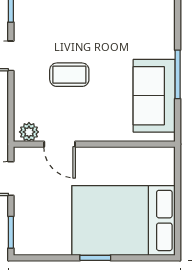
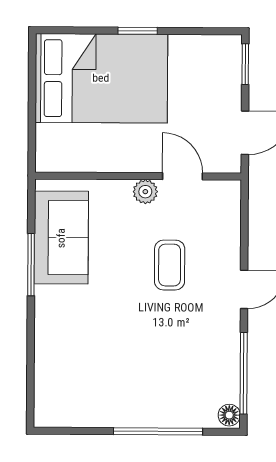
coffee table: (69, 75) -> (170, 265), turned 90
plant: (29, 132) -> (145, 192), moved

